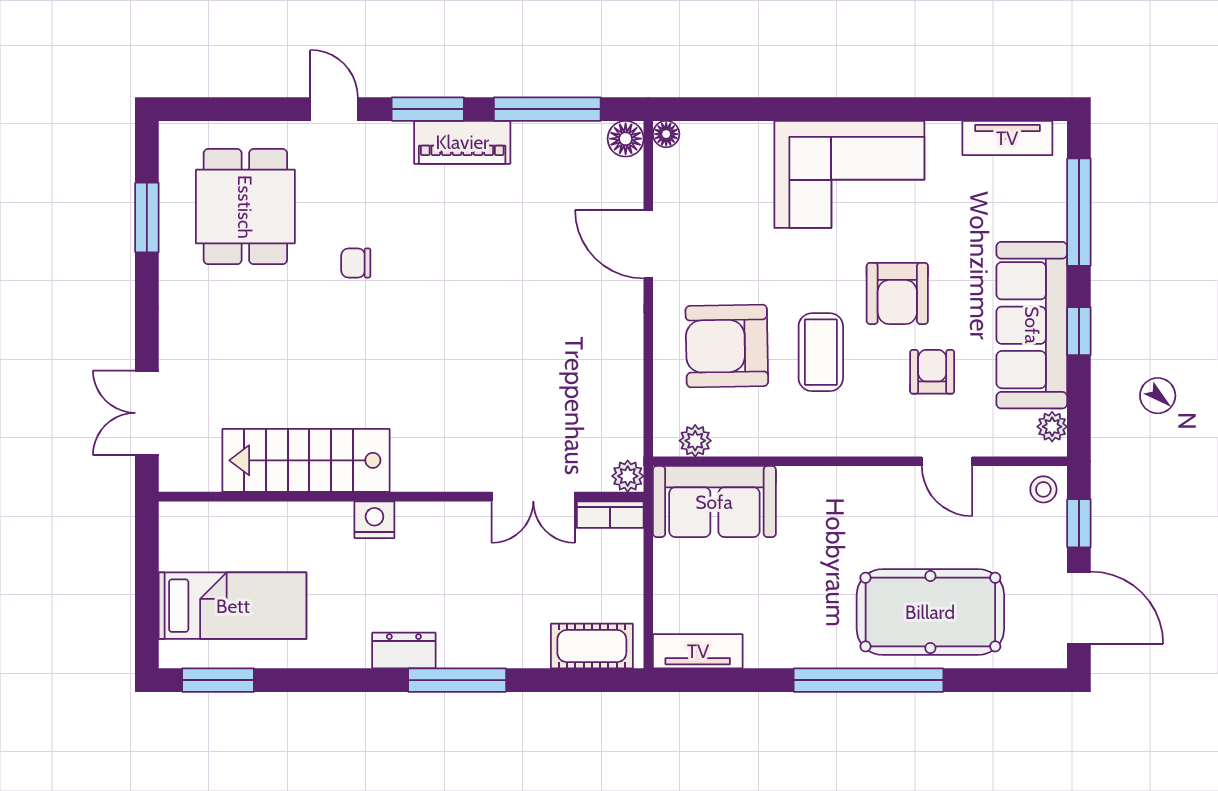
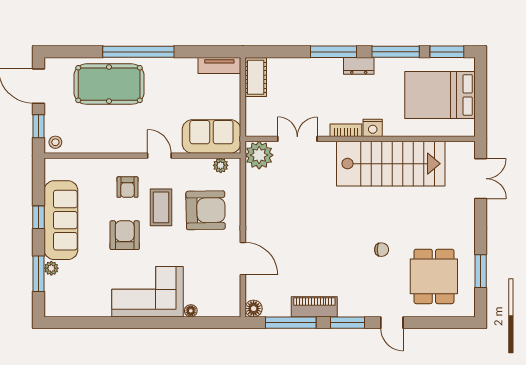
floor lamp: (666, 134) -> (191, 311), moved
tv unit: (1007, 138) -> (72, 309), removed
piano: (462, 142) -> (314, 307), moved
window: (1079, 212) -> (39, 274), width x0.69
armchair: (932, 372) -> (127, 187), moved
plant: (1052, 427) -> (51, 268), moved
stairs: (306, 460) -> (391, 164), width x1.36, depth x1.51
door: (947, 461) -> (159, 156), moved
plant: (628, 476) -> (259, 155), width x1.87, depth x1.87
bookcase: (610, 515) -> (346, 130), moved
bed: (233, 606) -> (440, 95), width x1.50
cot: (592, 646) -> (256, 77), moved, turned 90
window: (326, 680) -> (396, 52), added

